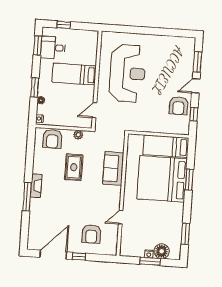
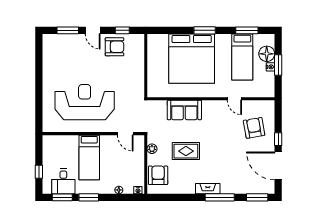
window: (35, 87) -> (89, 197), moved
armchair: (52, 139) -> (158, 175), turned -90
bed: (166, 146) -> (242, 57), moved
window: (189, 180) -> (205, 30), moved
window: (25, 232) -> (257, 197), added
armchair: (91, 234) -> (254, 128), turned -100

